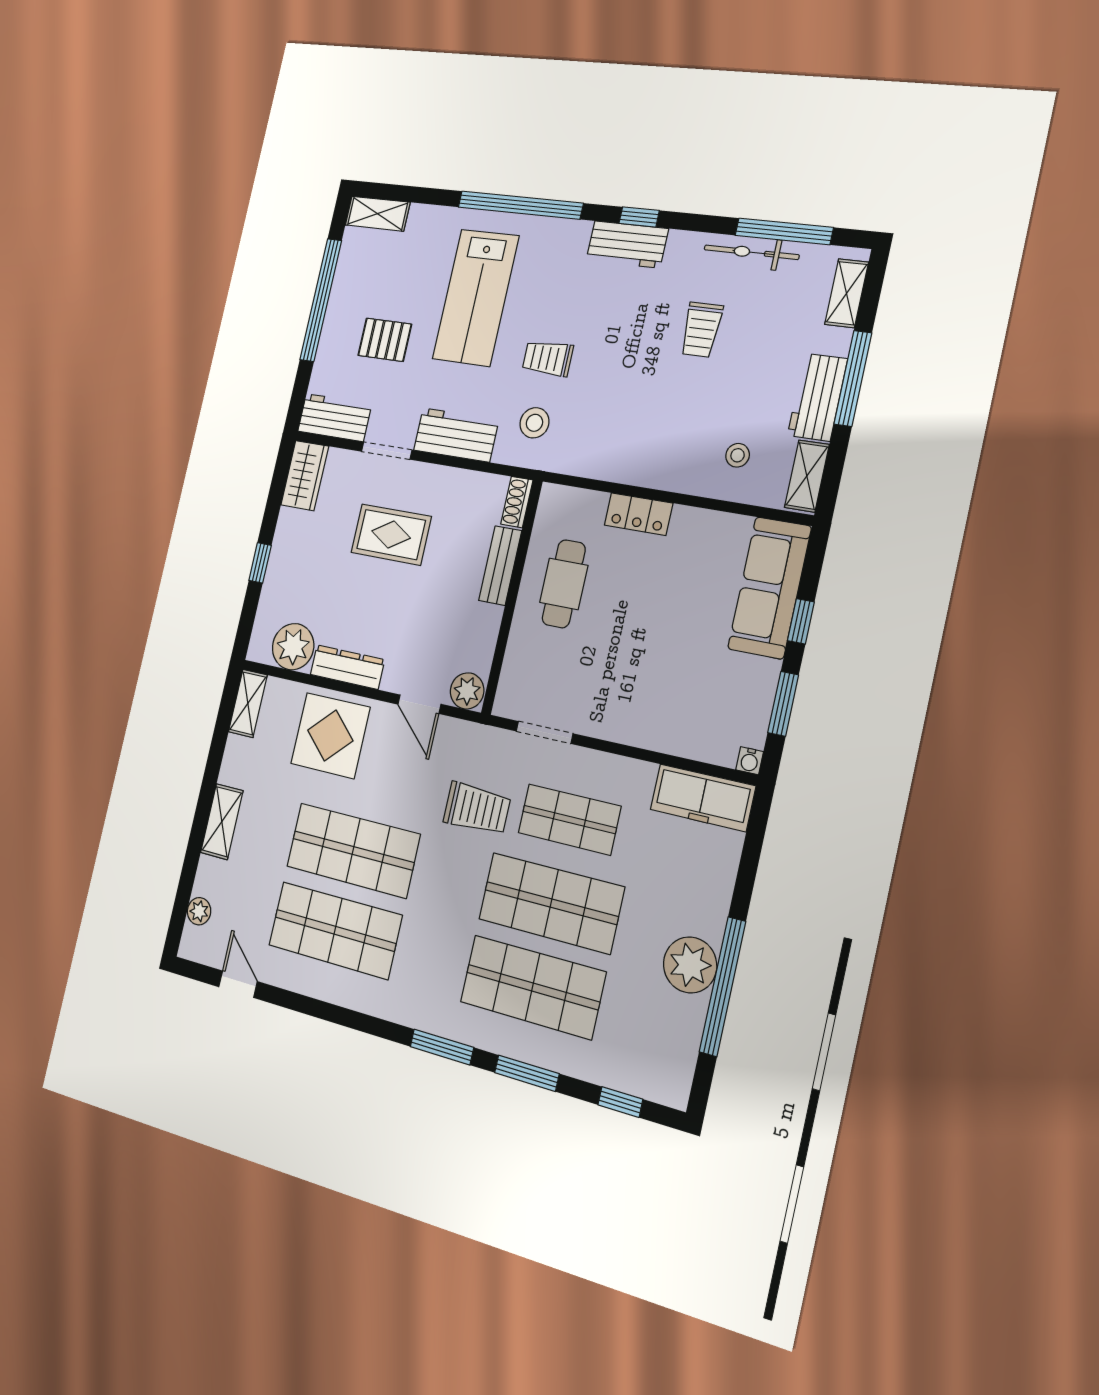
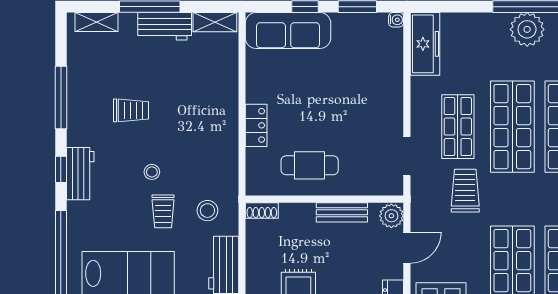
window: (784, 231) -> (61, 98), moved
bicycle: (751, 252) -> (77, 89), removed
stool: (738, 455) -> (152, 172), moved
bench: (500, 566) -> (342, 212), moved

